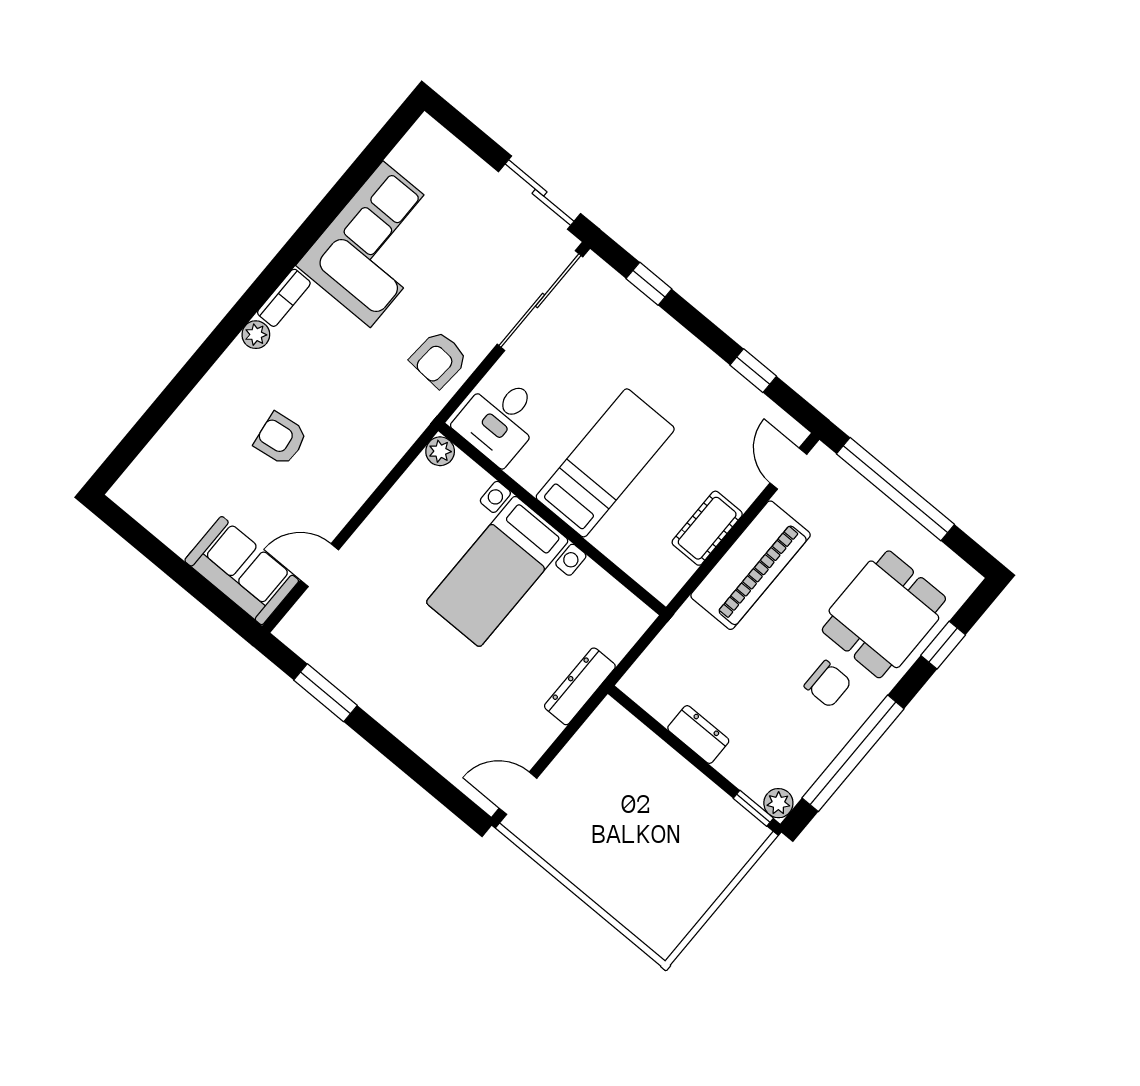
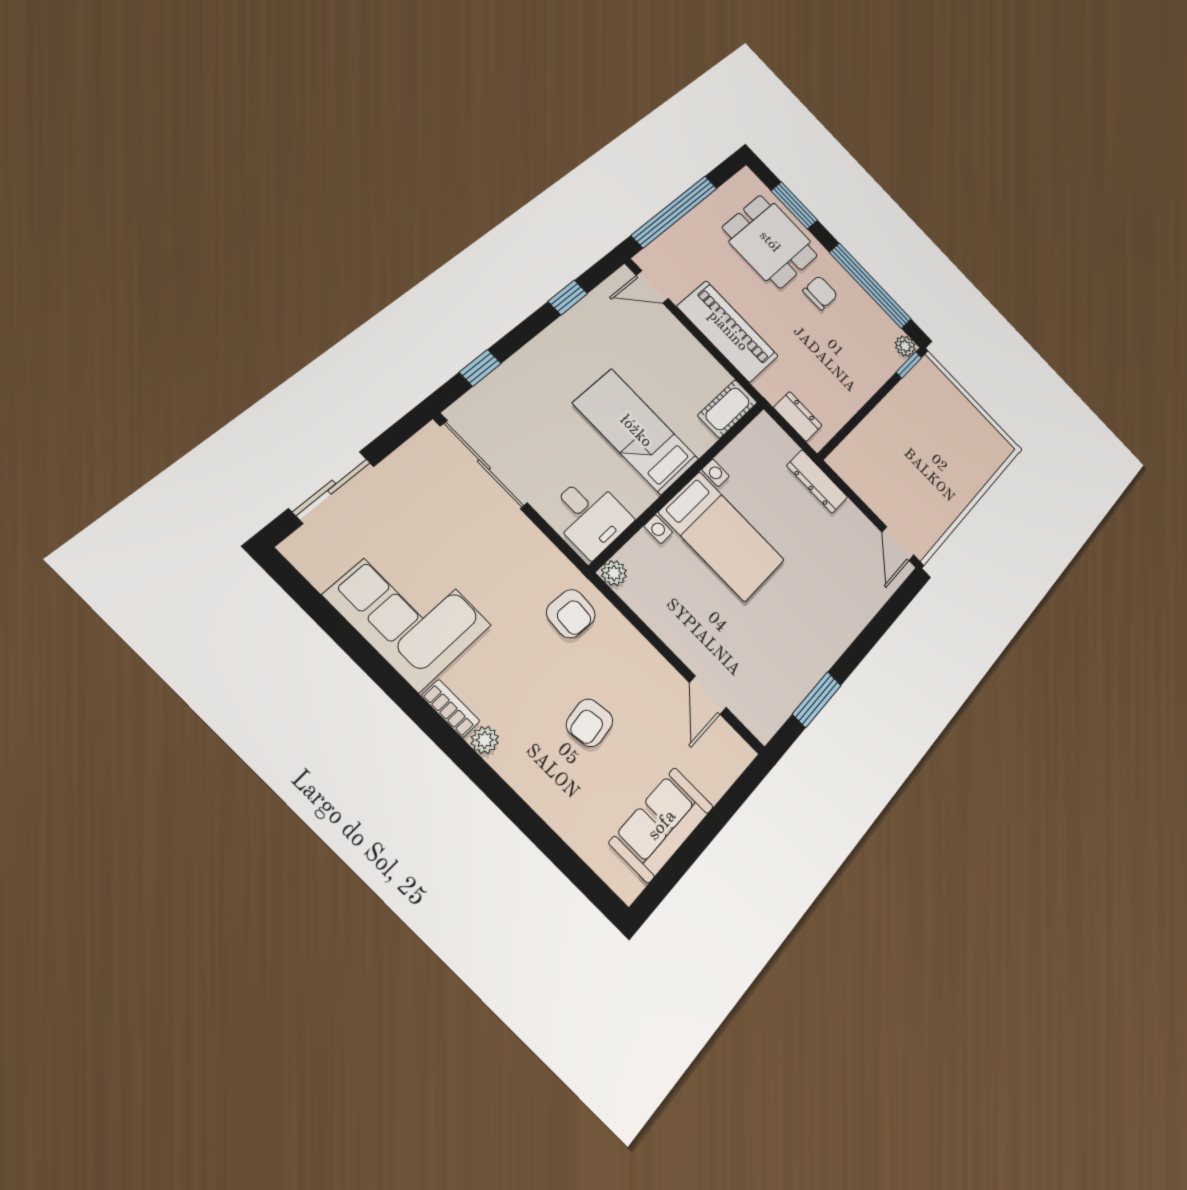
sliding door: (540, 193) -> (332, 487), moved
armchair: (439, 359) -> (571, 614), moved
cot: (707, 528) -> (728, 409), moved, turned 90
sofa: (242, 571) -> (662, 825), moved
window: (943, 645) -> (794, 206), width x1.50
dresser: (698, 735) -> (798, 416), moved, turned 90

